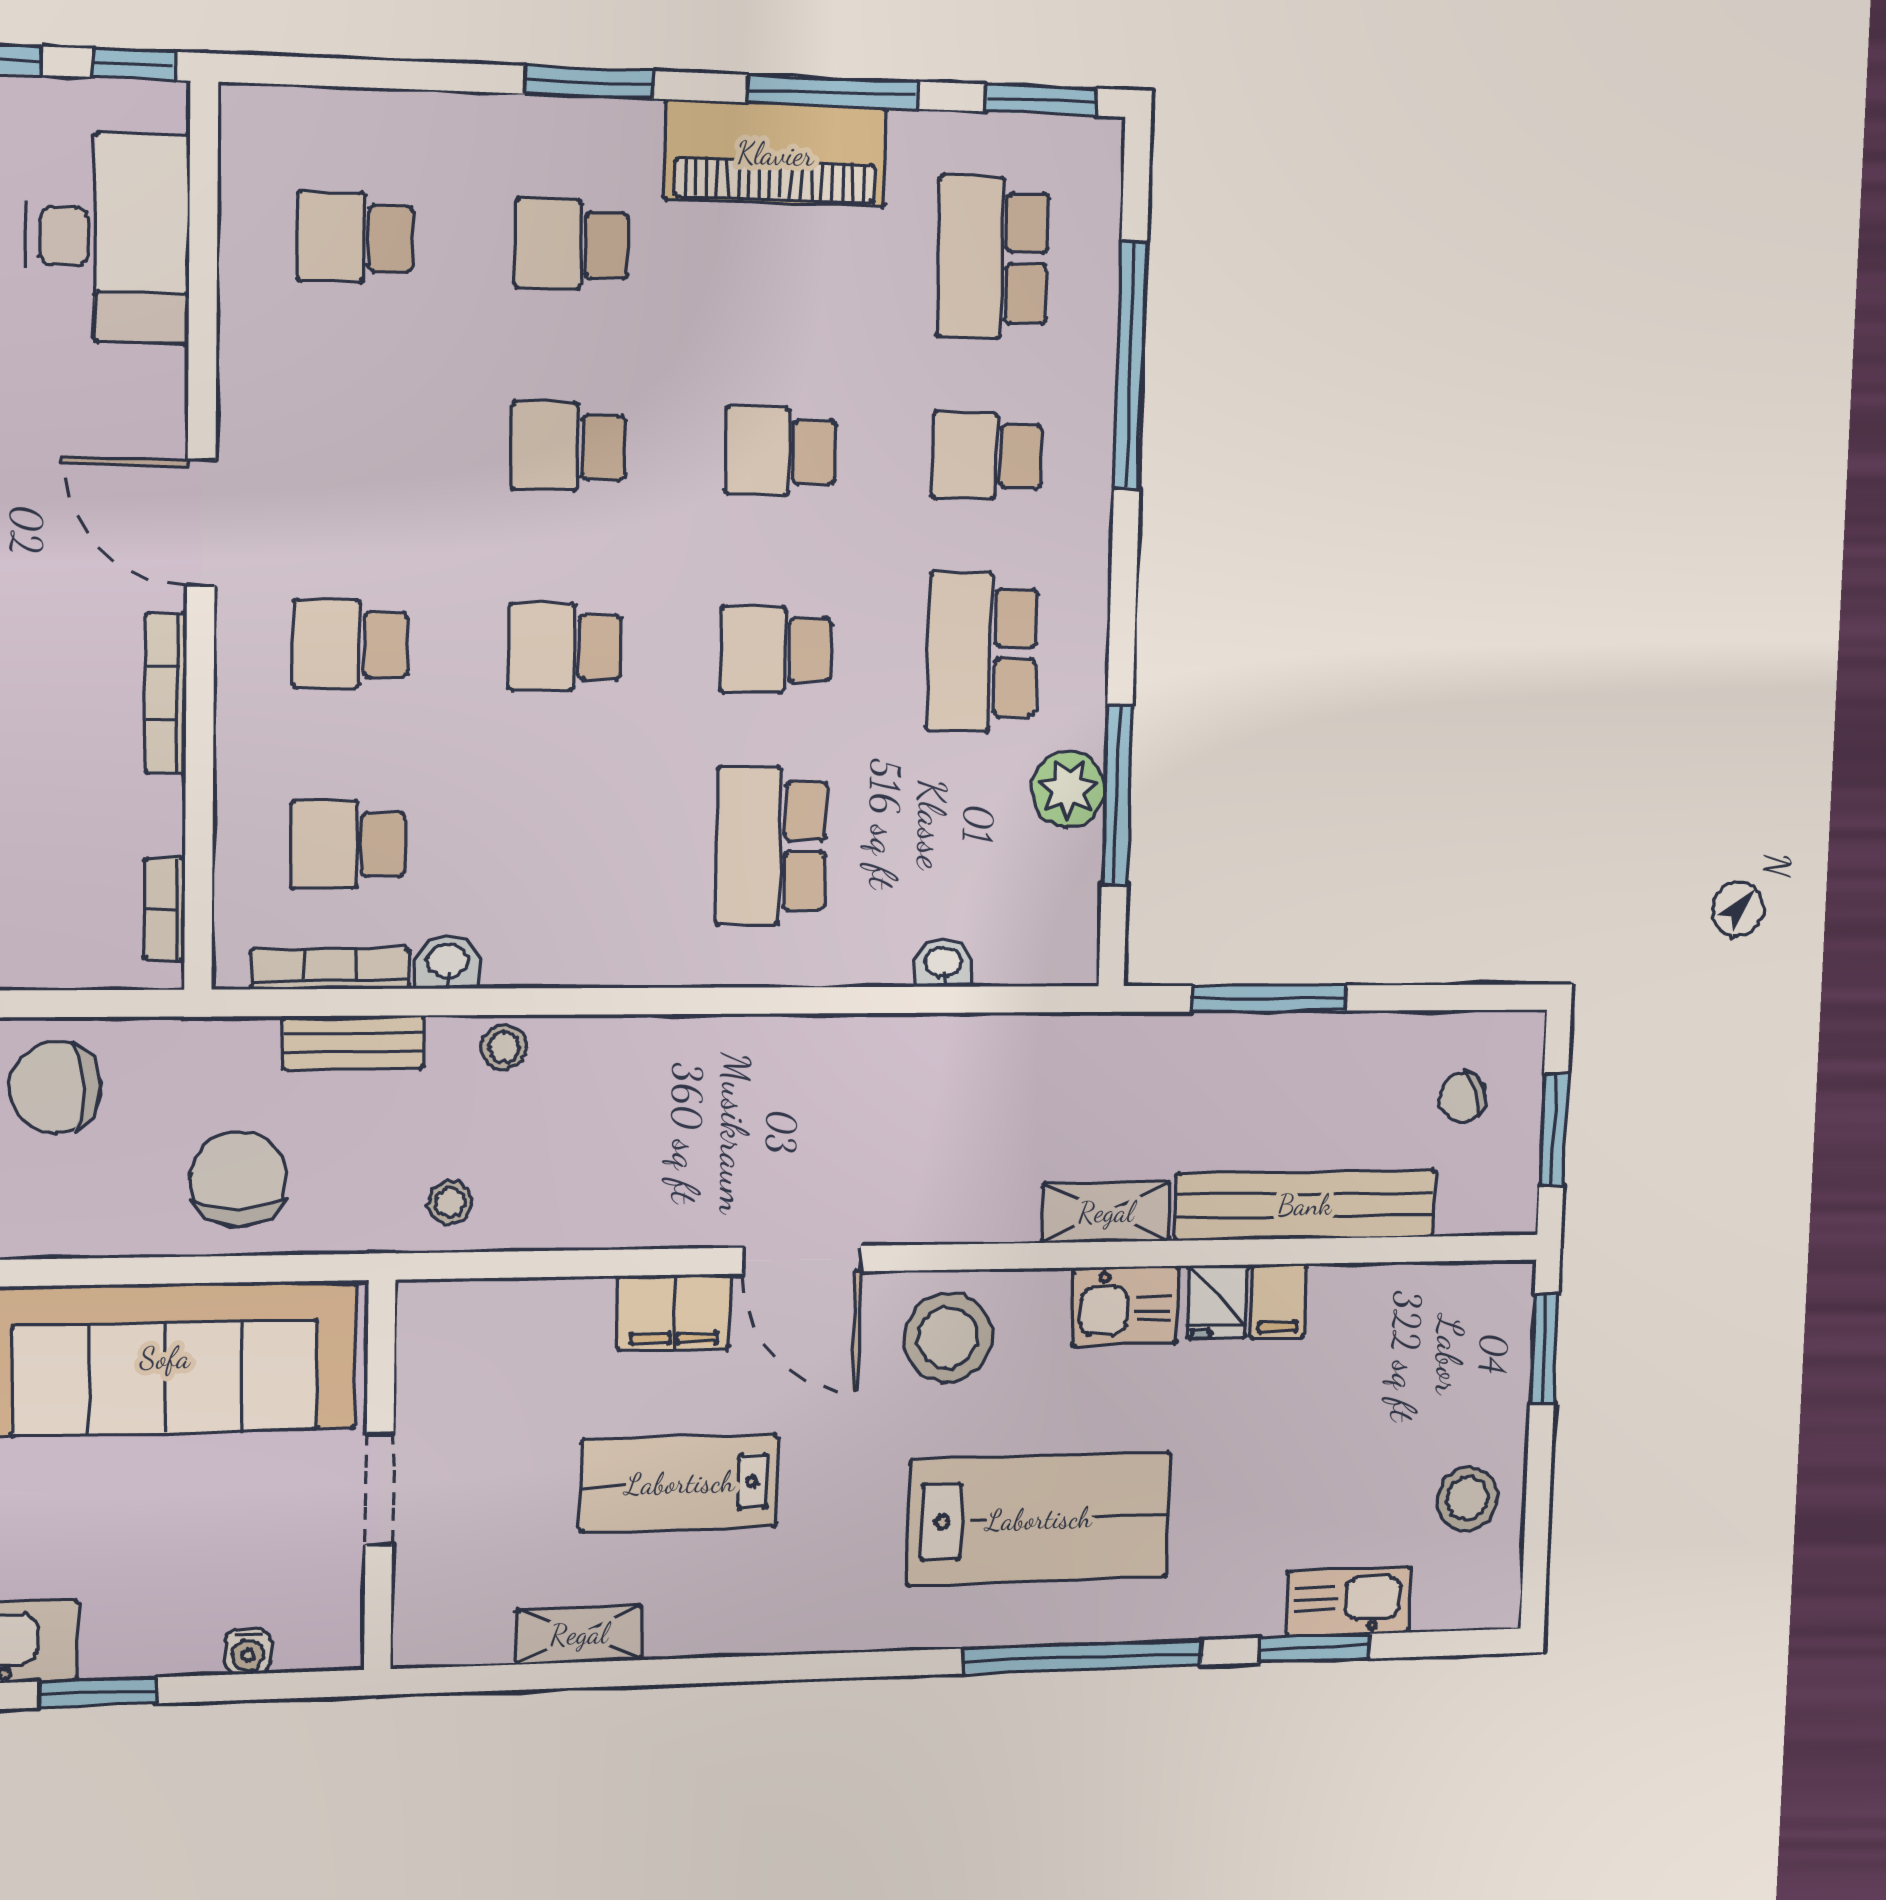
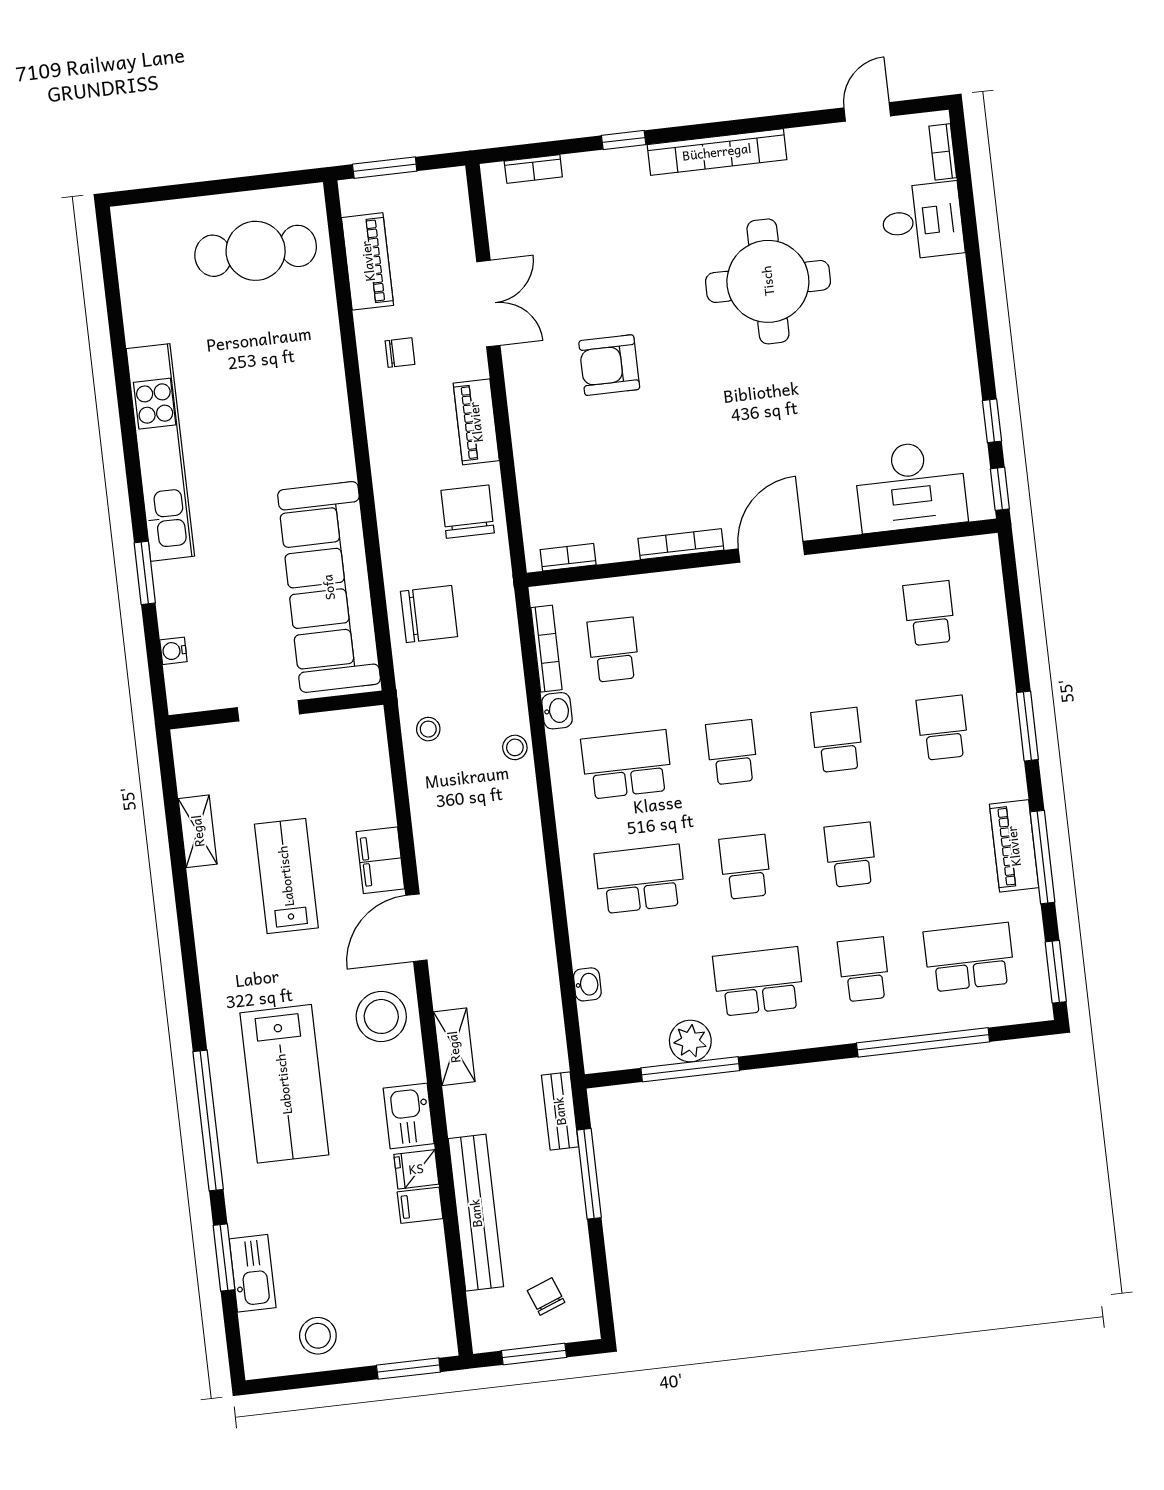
piano: (775, 154) -> (1014, 846), width x0.73, depth x0.75
school desk: (350, 644) -> (627, 764), moved, width x1.85
bench: (353, 1042) -> (560, 1111), moved
shelving: (1106, 1212) -> (454, 1047), moved

